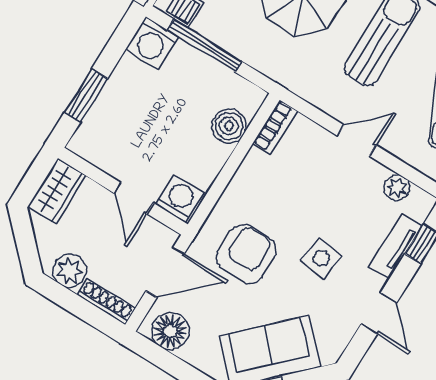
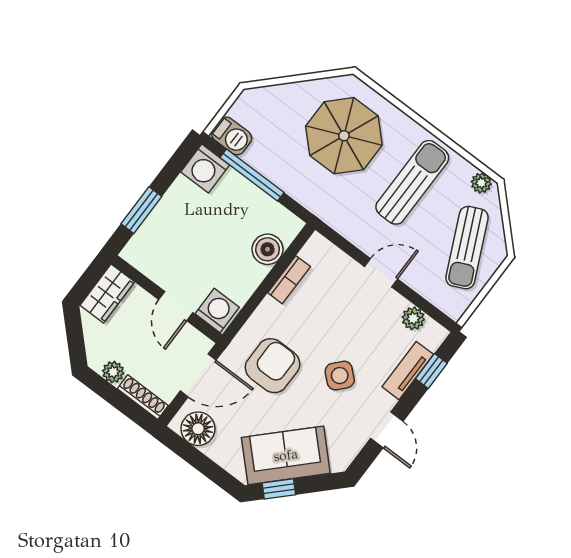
bookcase: (275, 127) -> (289, 280), moved
side table: (321, 258) -> (340, 376), turned 34
plant: (70, 271) -> (113, 372), width x0.73, depth x0.73

